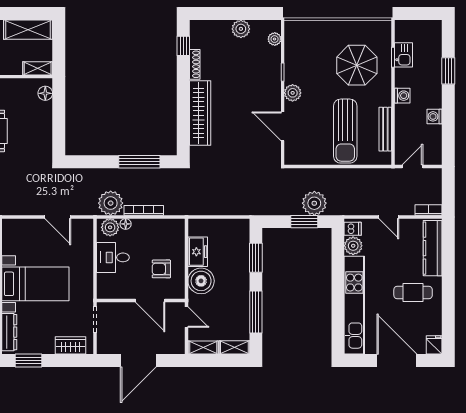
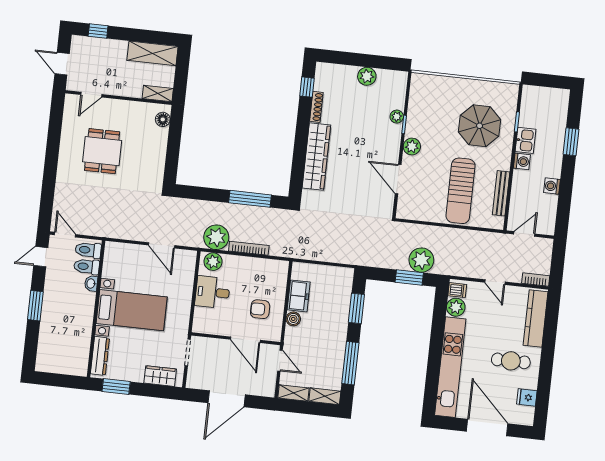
plant: (275, 39) -> (397, 117), moved
kitchen sink: (403, 55) -> (525, 140), moved
floor lamp: (126, 224) -> (229, 260), removed
boiler: (201, 281) -> (293, 319), width x0.54, depth x0.54
fridge: (434, 345) -> (527, 397), moved, turned -90

